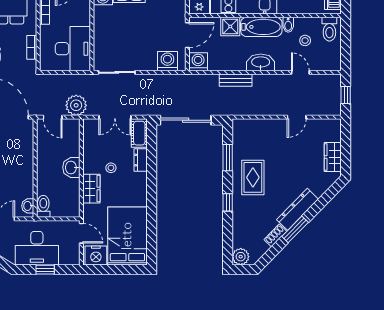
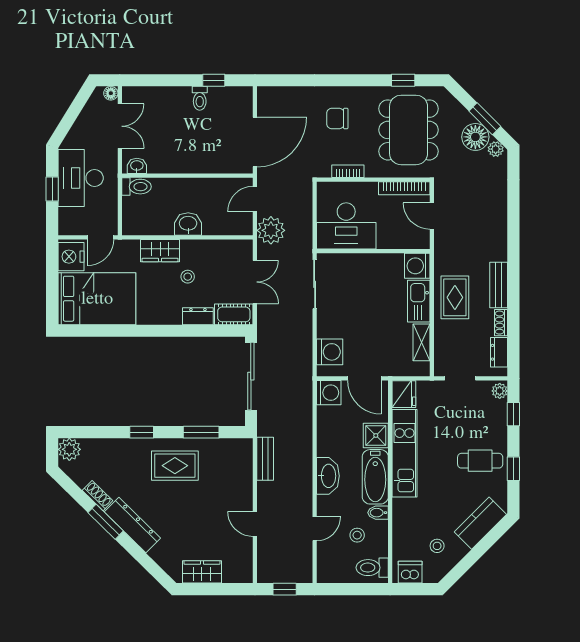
bench: (236, 80) -> (265, 459), moved
double door: (115, 117) -> (255, 282), swing flipped

